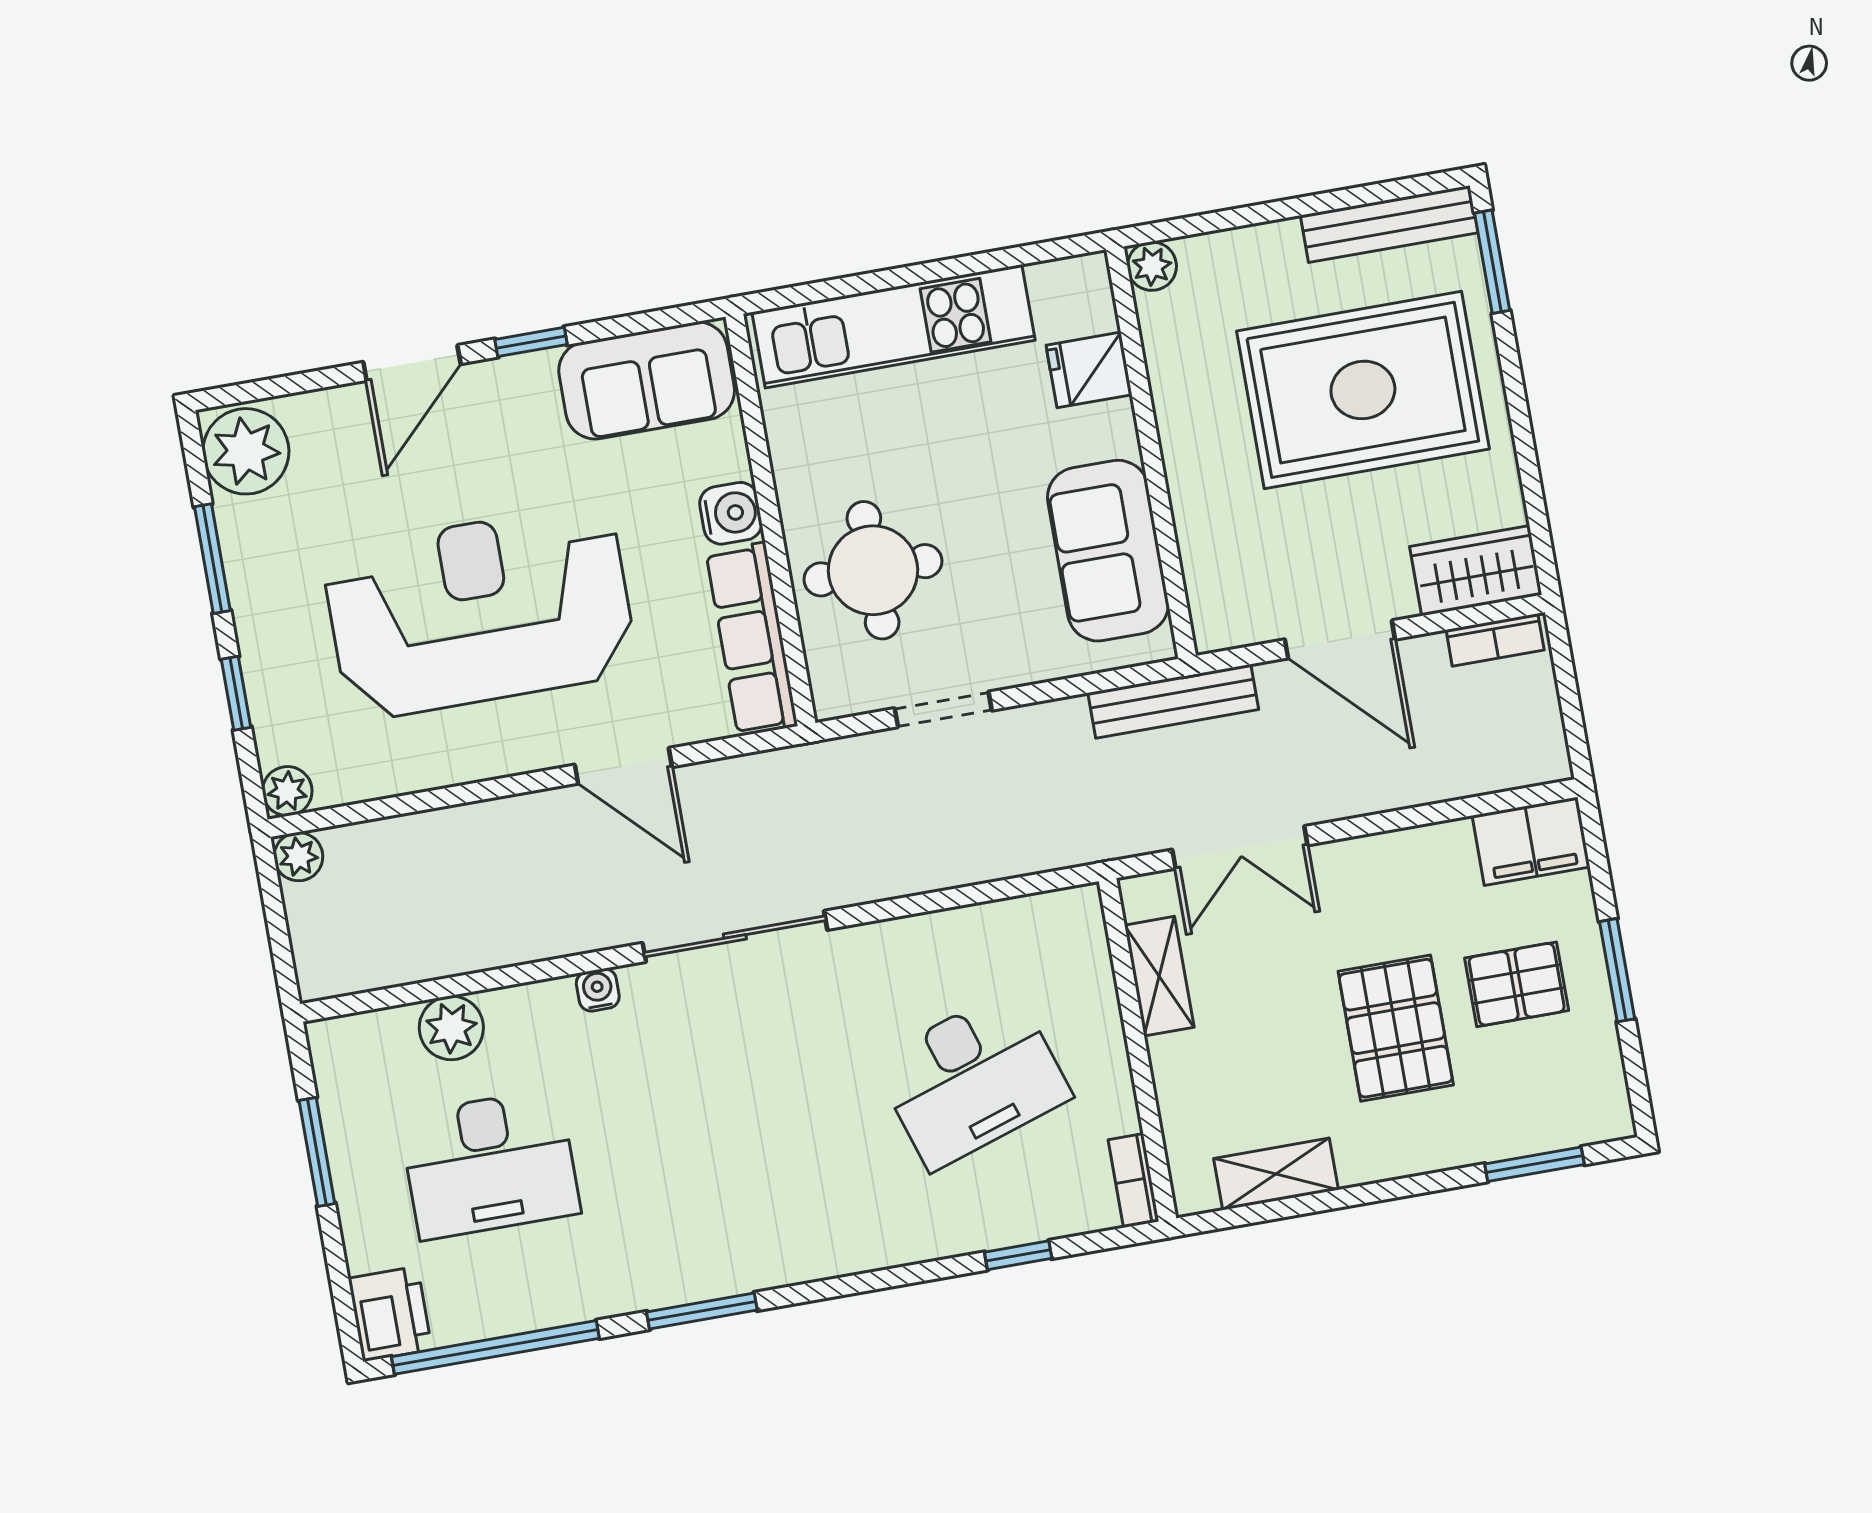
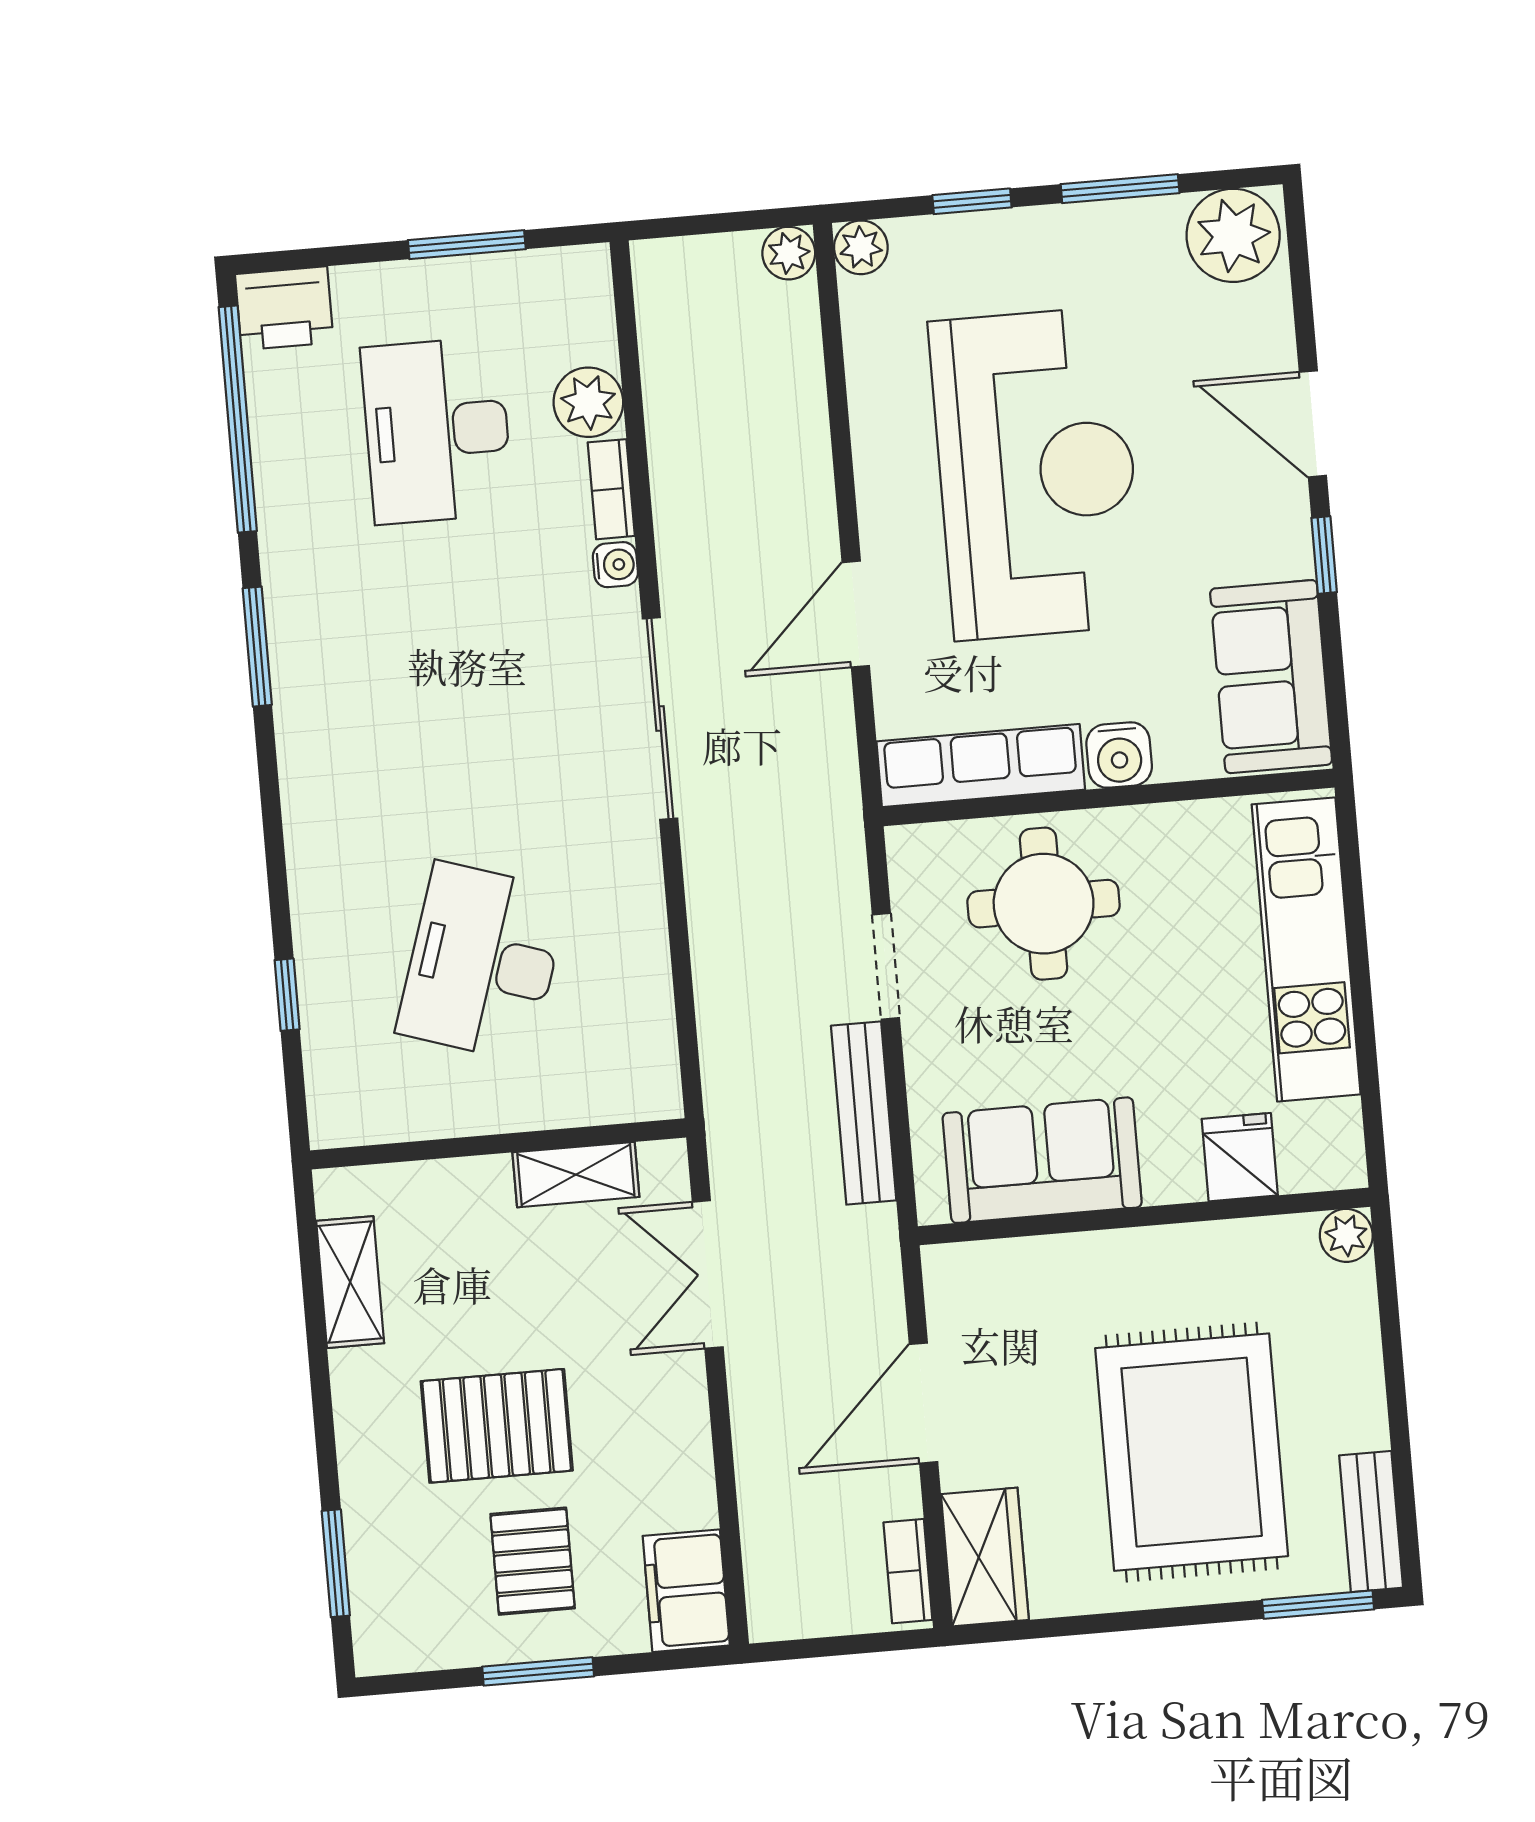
bench: (1389, 224) -> (1371, 1522), width x0.73
bench: (1173, 701) -> (864, 1113), moved
desk: (972, 1079) -> (483, 962), turned 36
bookcase: (1133, 1181) -> (611, 489), moved, turned -90

